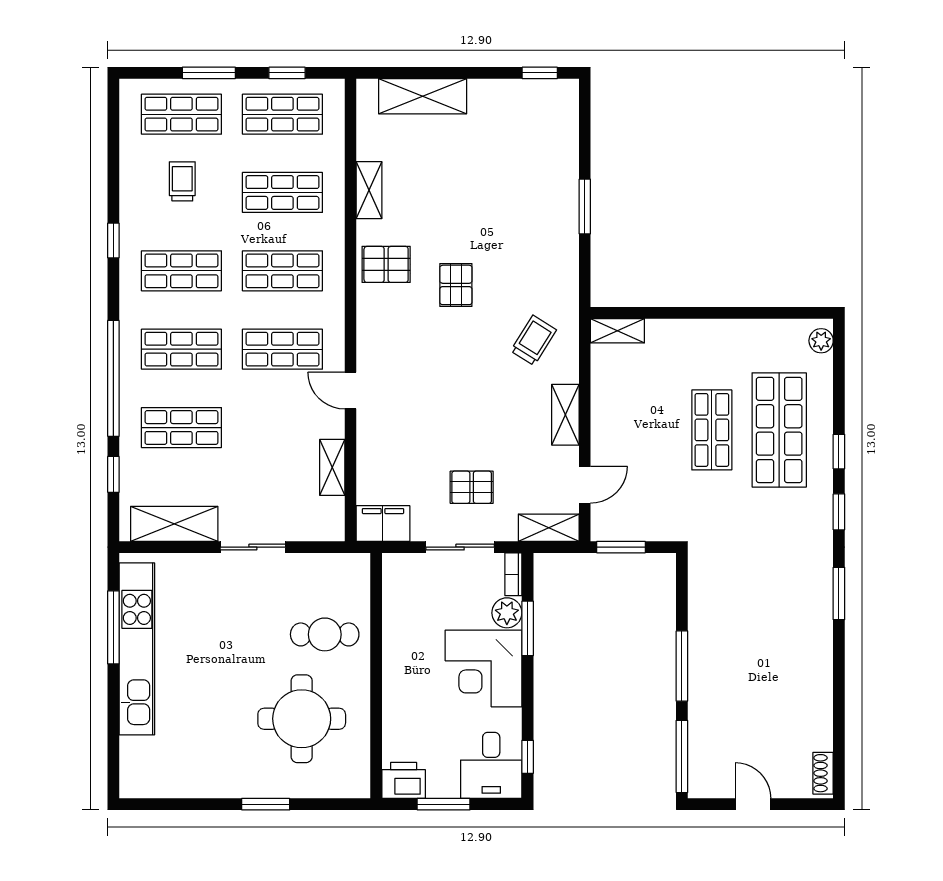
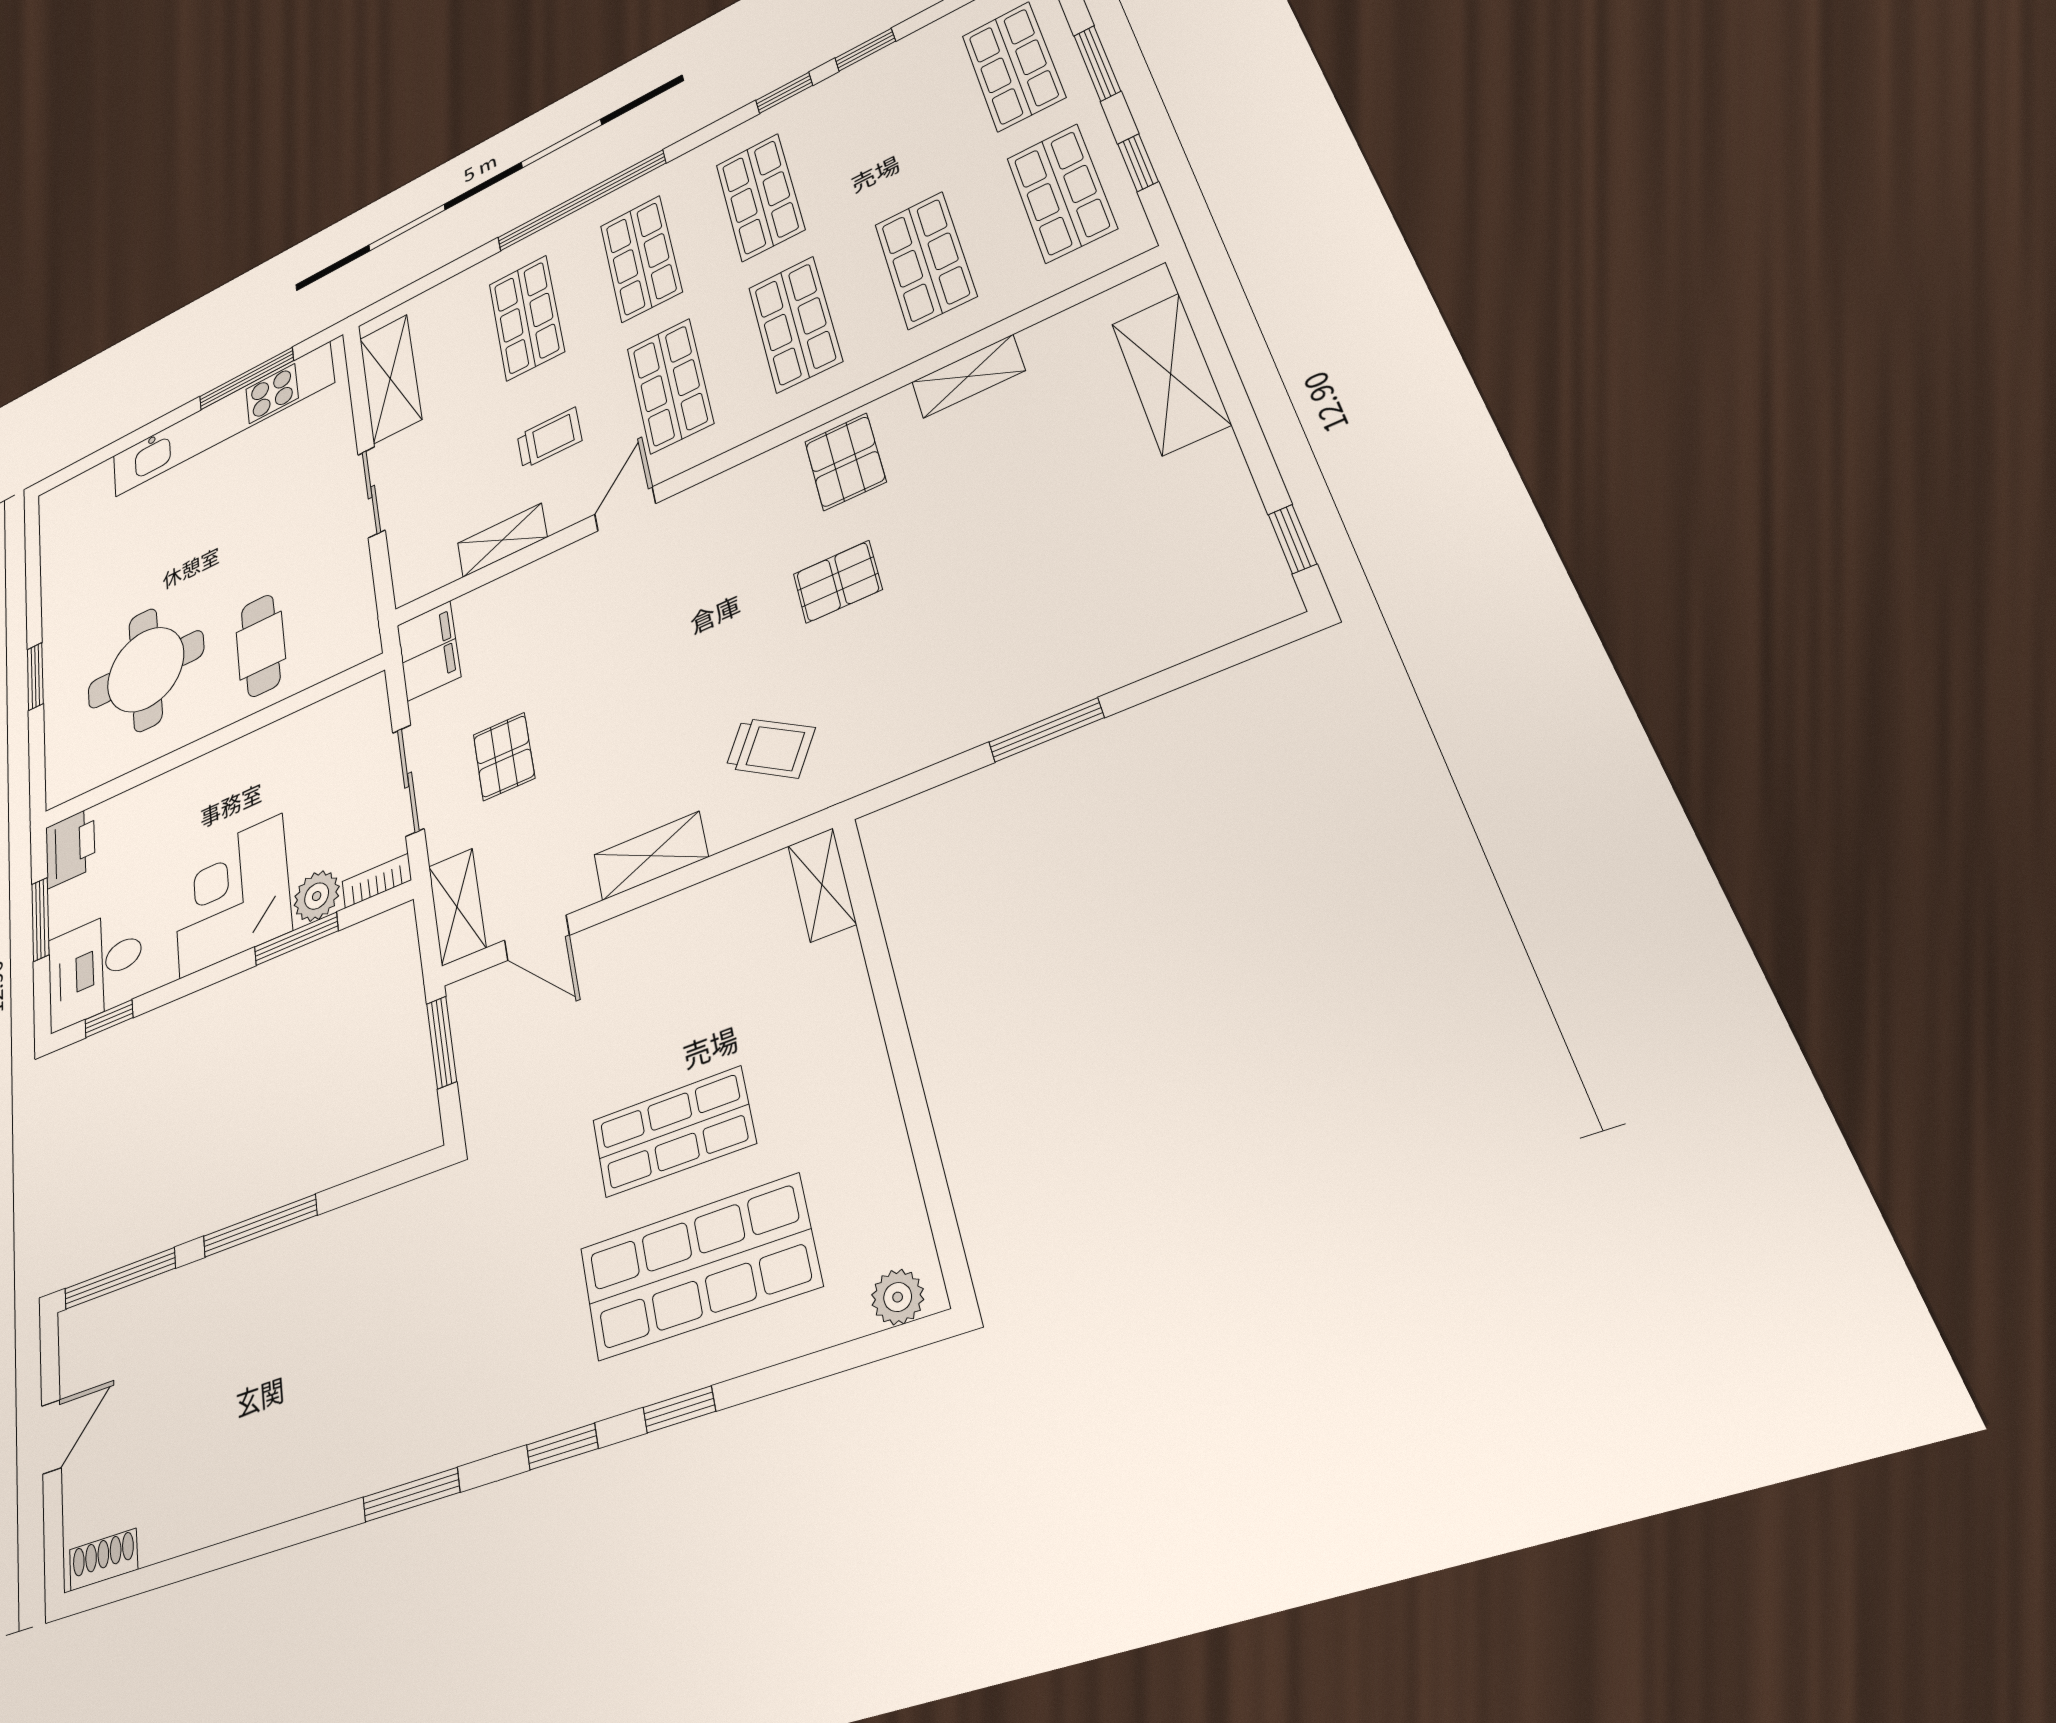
trolley: (182, 181) -> (549, 438), moved
window: (113, 474) -> (865, 50), moved

